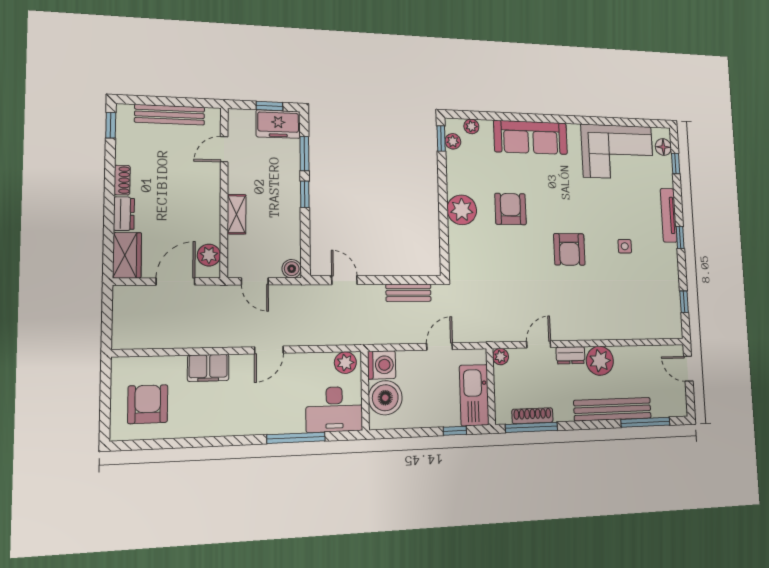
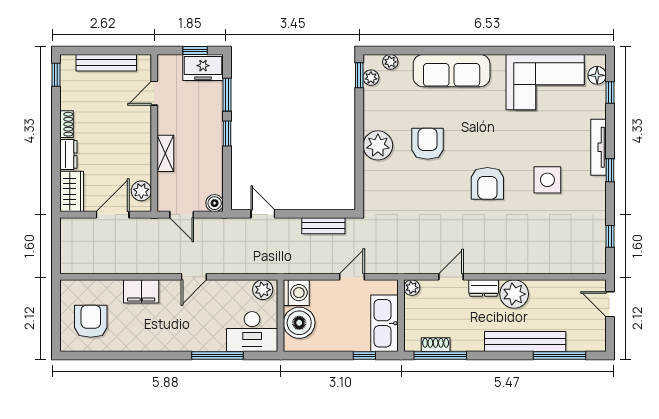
side table: (625, 246) -> (547, 180), width x1.87, depth x1.87
shoe rack: (532, 416) -> (436, 345), width x0.70

